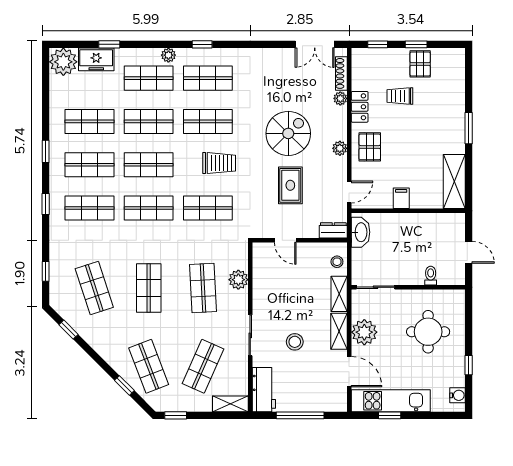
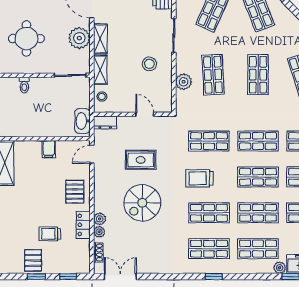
plant: (168, 55) -> (280, 268), moved
shoe rack: (341, 73) -> (98, 253), width x0.70
trolley: (400, 96) -> (50, 234), turned 180
plant: (340, 148) -> (100, 219), moved
rug: (290, 185) -> (141, 160), turned 90
stool: (295, 342) -> (149, 64), moved

